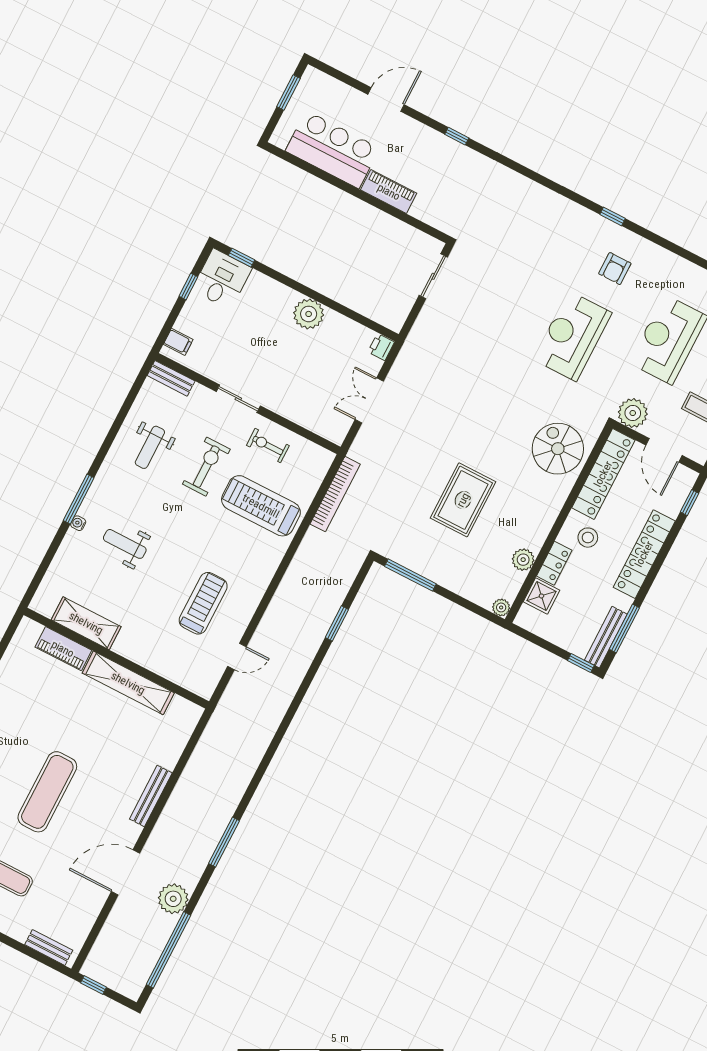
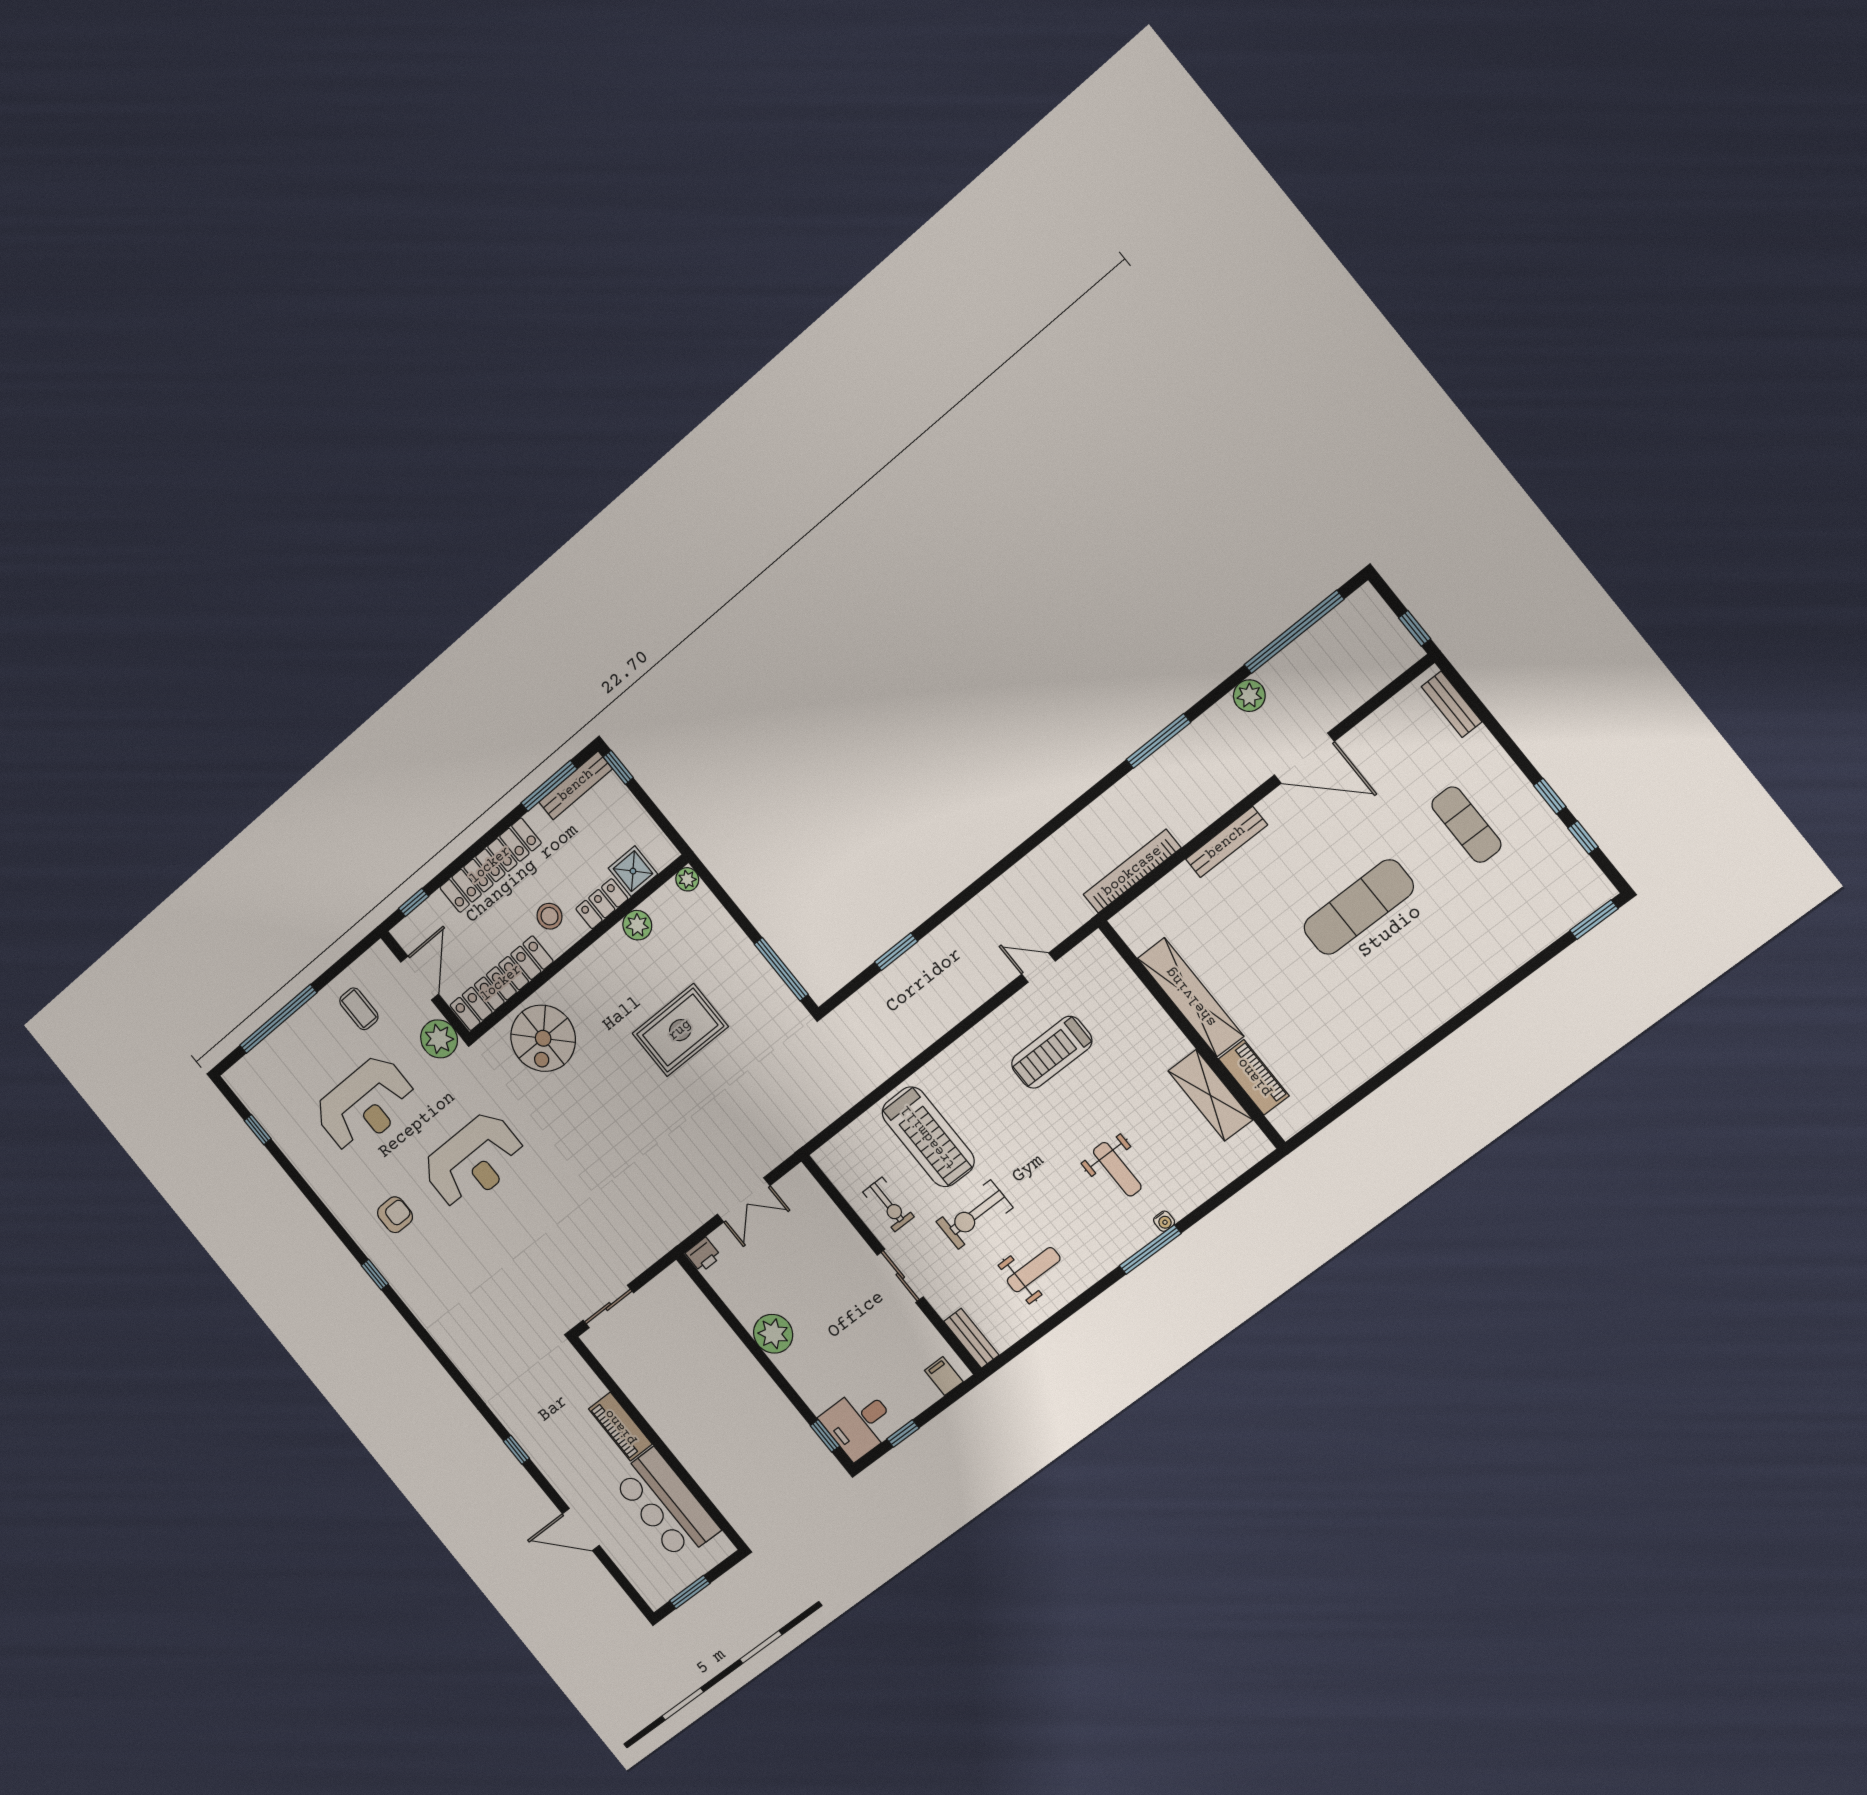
bookcase: (335, 494) -> (1132, 871), moved
plant: (173, 899) -> (1249, 696), width x0.73, depth x0.73

